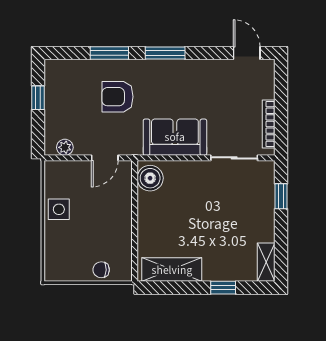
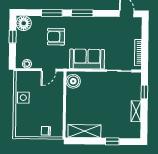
floor lamp: (58, 73) -> (24, 23), added
shelving: (266, 262) -> (136, 111), moved

